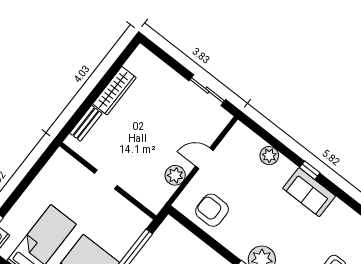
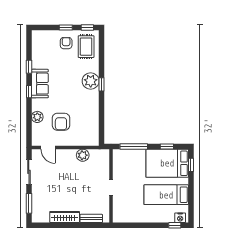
window: (167, 59) -> (29, 203), added
door: (204, 158) -> (48, 147), moved
window: (342, 195) -> (29, 67), added
armchair: (212, 210) -> (61, 122), moved

